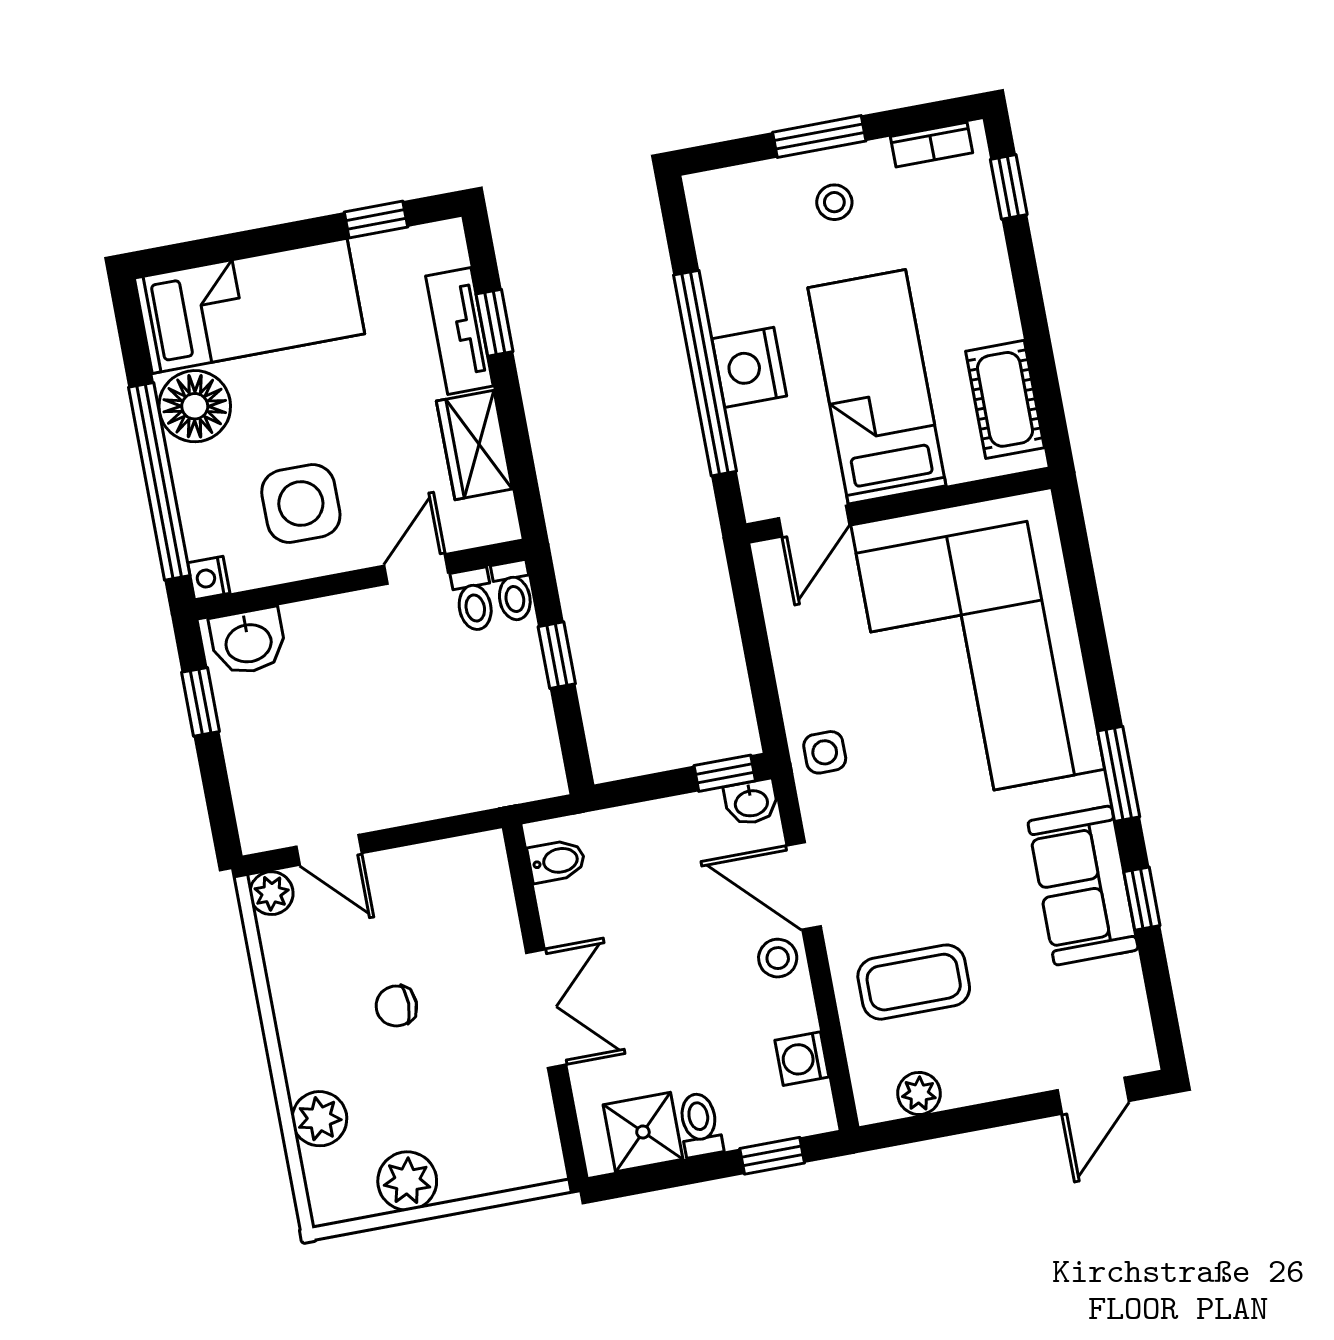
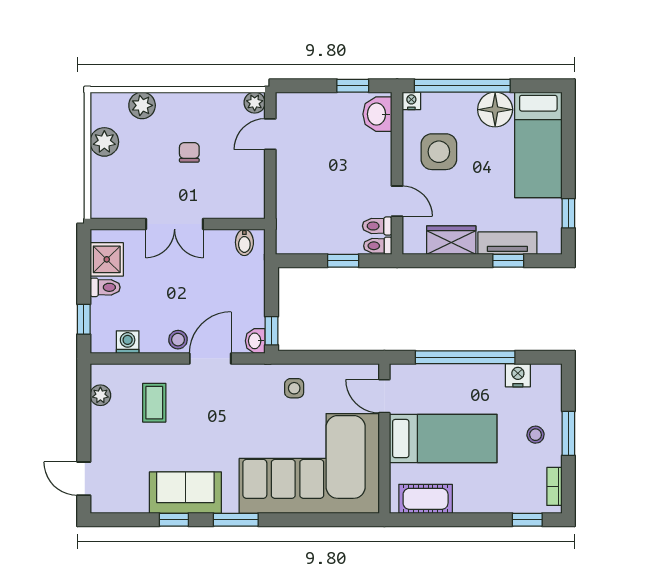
nightstand: (749, 367) -> (518, 375), moved, width x0.74, depth x0.75
side table: (825, 752) -> (294, 388), moved
coffee table: (914, 982) -> (154, 403), width x0.73, depth x0.77

